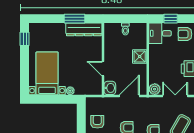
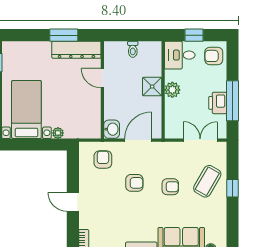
door: (103, 69) -> (102, 78), moved
plant: (155, 89) -> (172, 90), moved
armchair: (97, 122) -> (103, 159), moved

